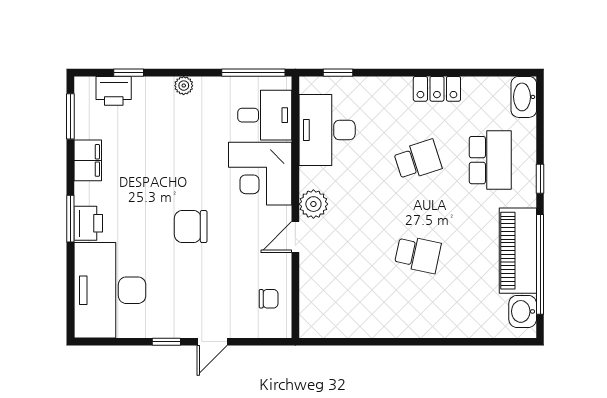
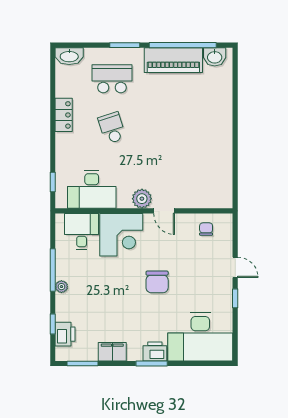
window: (253, 73) -> (53, 270), moved
window: (540, 179) -> (125, 45), width x1.50
school desk: (418, 254) -> (176, 128), removed

